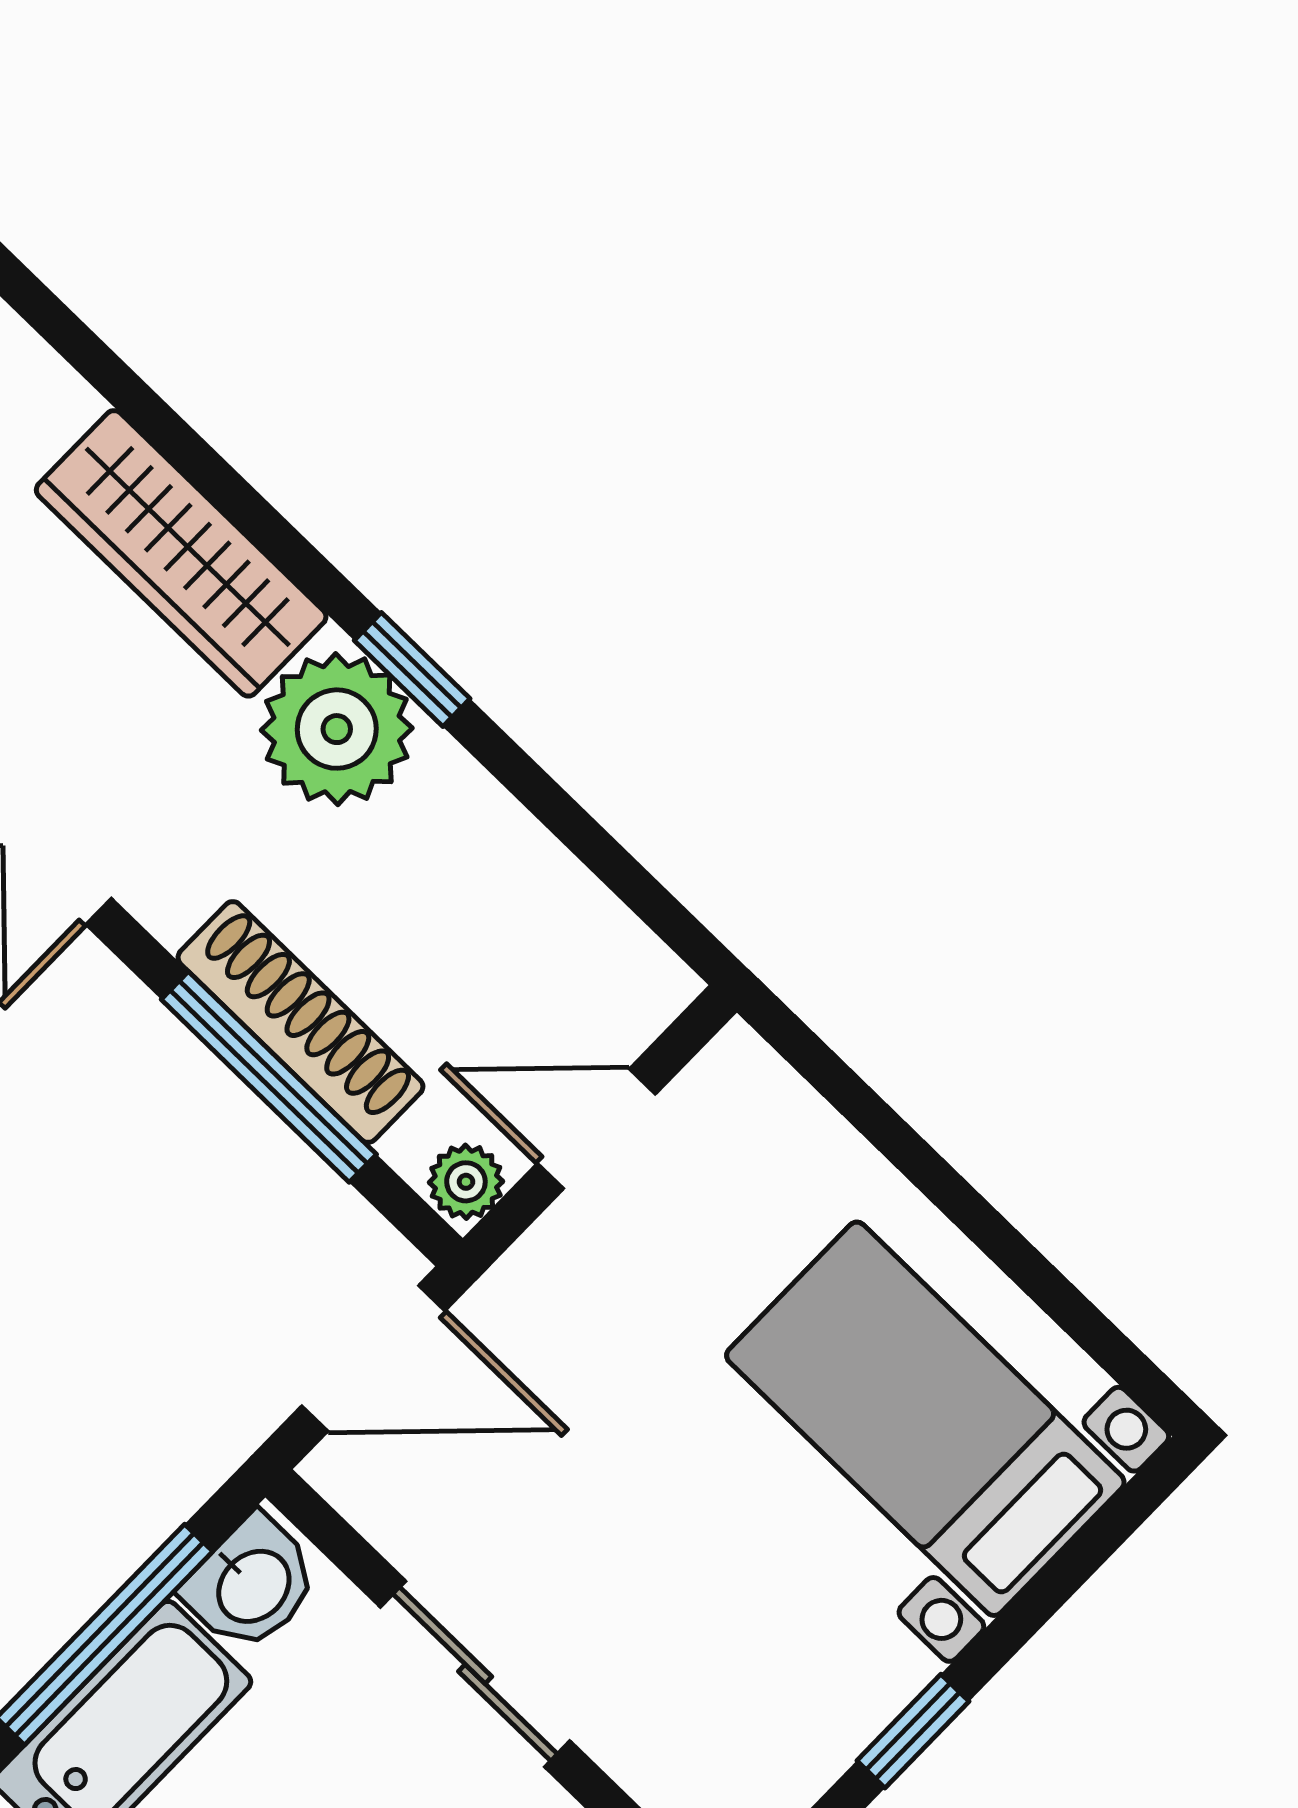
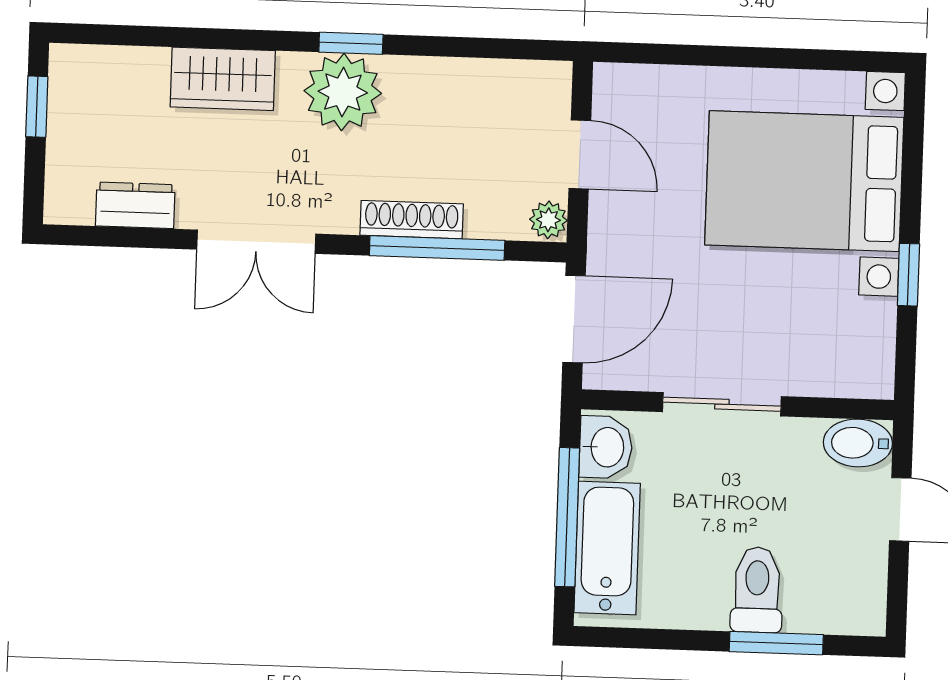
wardrobe: (181, 553) -> (223, 79), width x0.67
shoe rack: (300, 1022) -> (412, 220), width x0.74, depth x0.81
door: (596, 1129) -> (580, 155), swing flipped
bed with nightstands: (925, 1419) -> (804, 181), width x1.36

